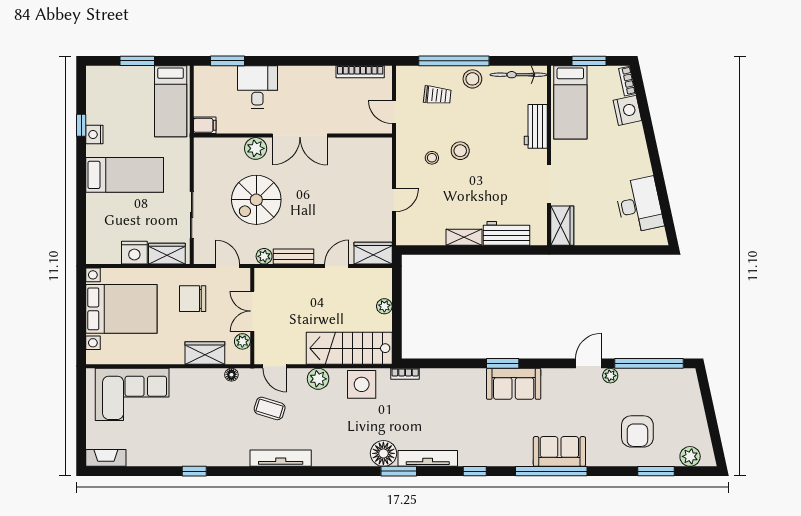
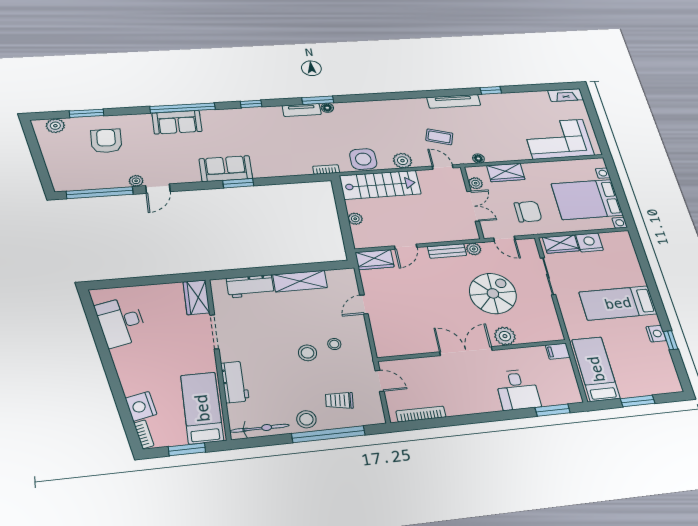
shelving: (464, 237) -> (300, 281), width x1.50, depth x1.33
floor lamp: (383, 453) -> (327, 108), width x0.53, depth x0.53
tv unit: (281, 458) -> (454, 101), moved
tv unit: (428, 458) -> (302, 110), width x0.71

